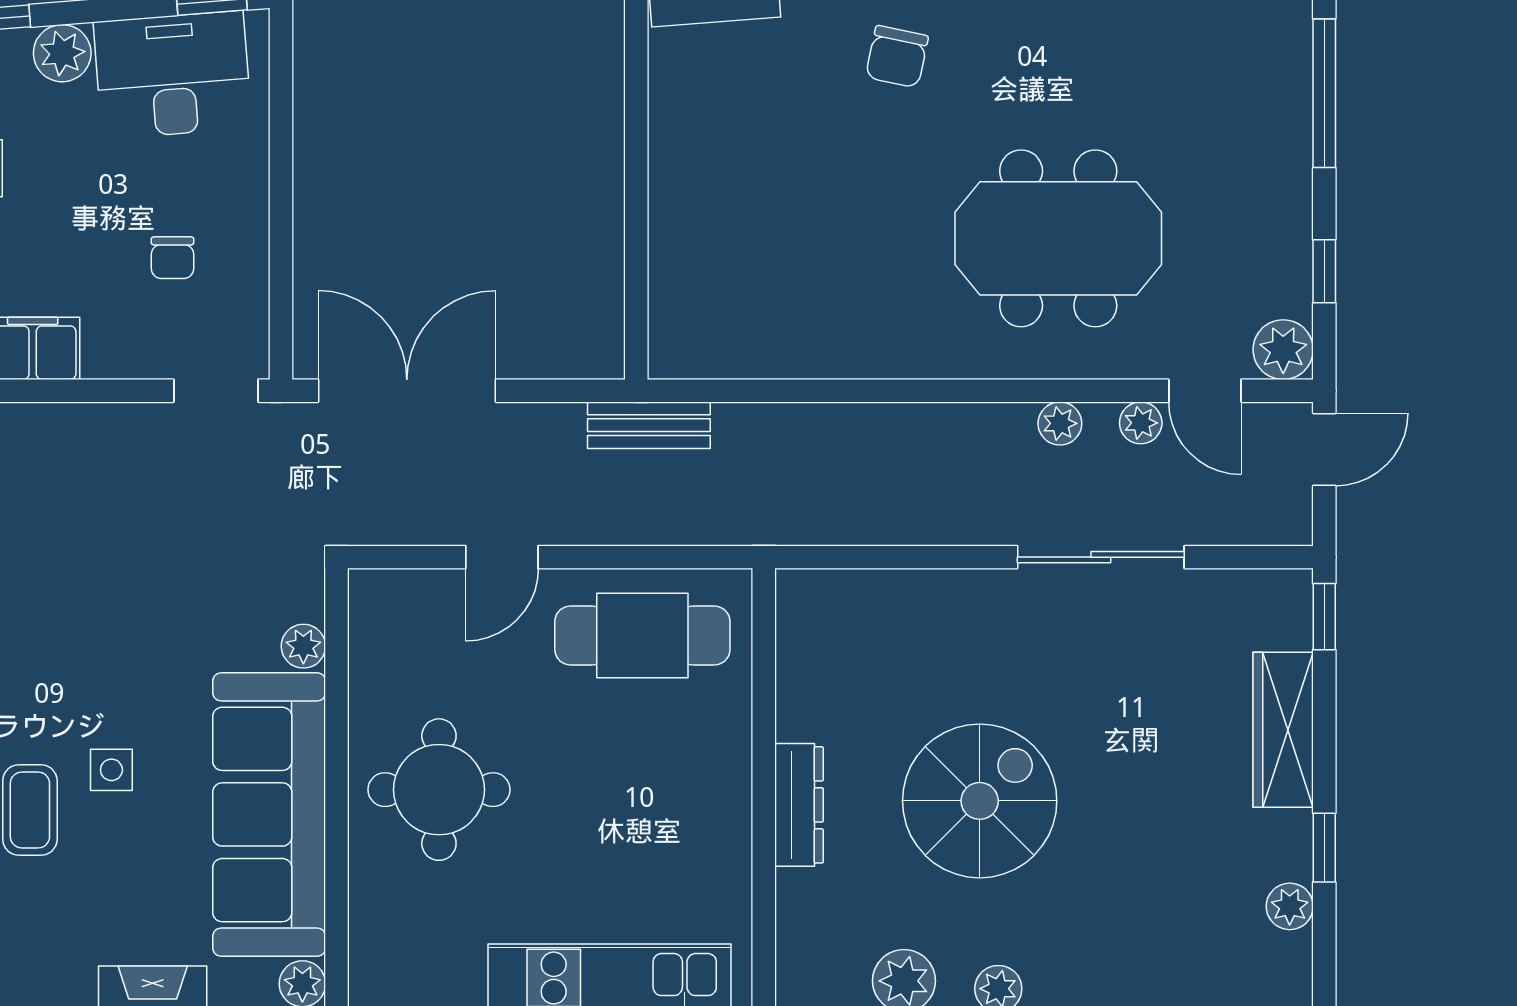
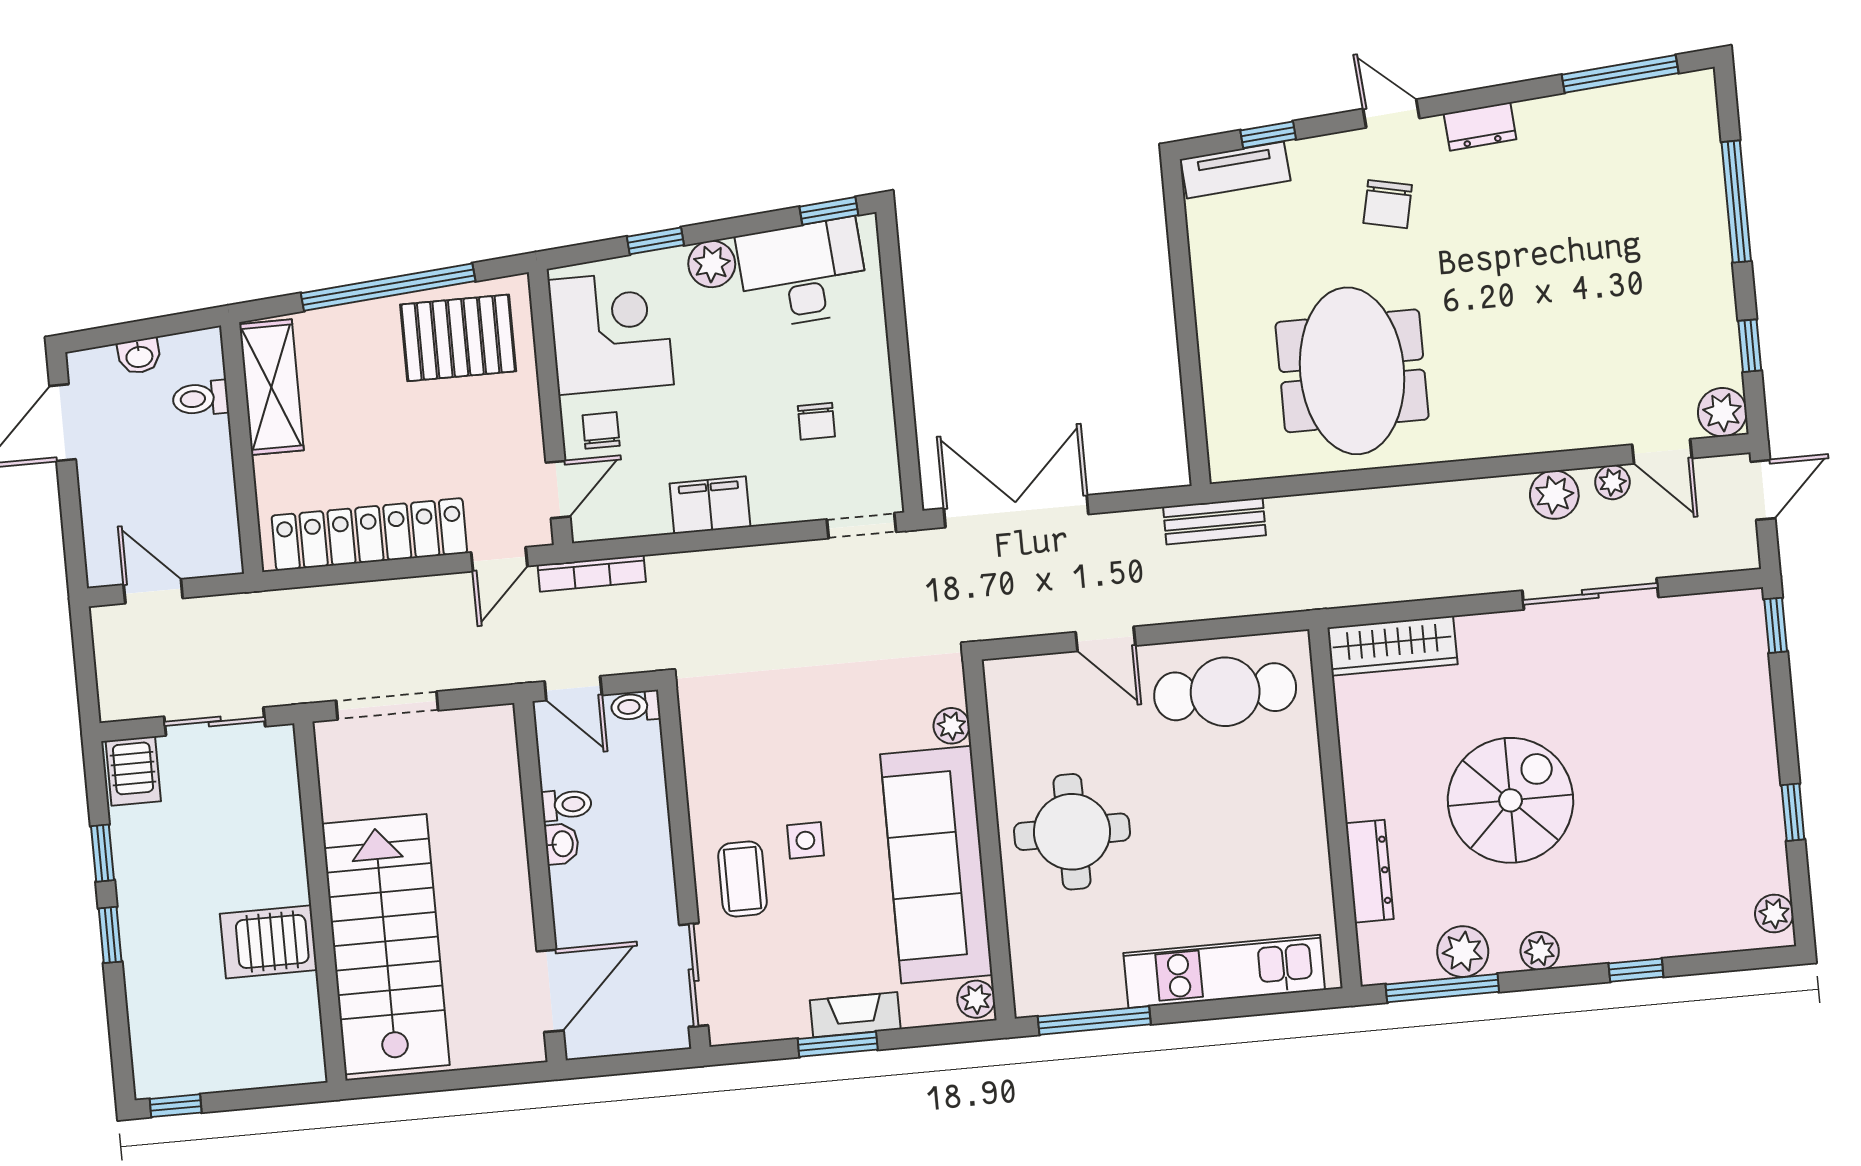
meeting table: (1058, 238) -> (1352, 371), moved, turned 90
plant: (1060, 423) -> (1554, 495), width x1.38, depth x1.38
door: (502, 557) -> (1105, 639), hinge flipped
wardrobe: (1283, 730) -> (1392, 646), moved, turned -90
dresser: (799, 805) -> (1370, 871), moved
plant: (1290, 906) -> (1774, 913), moved

